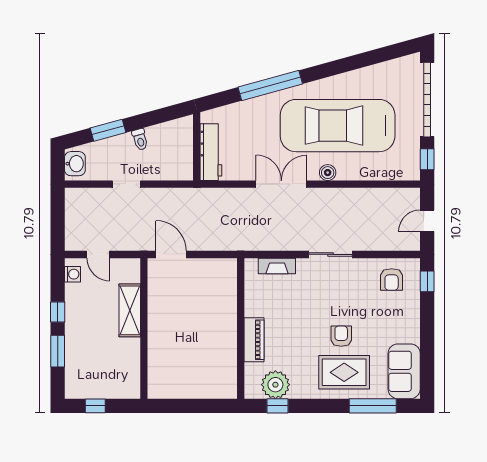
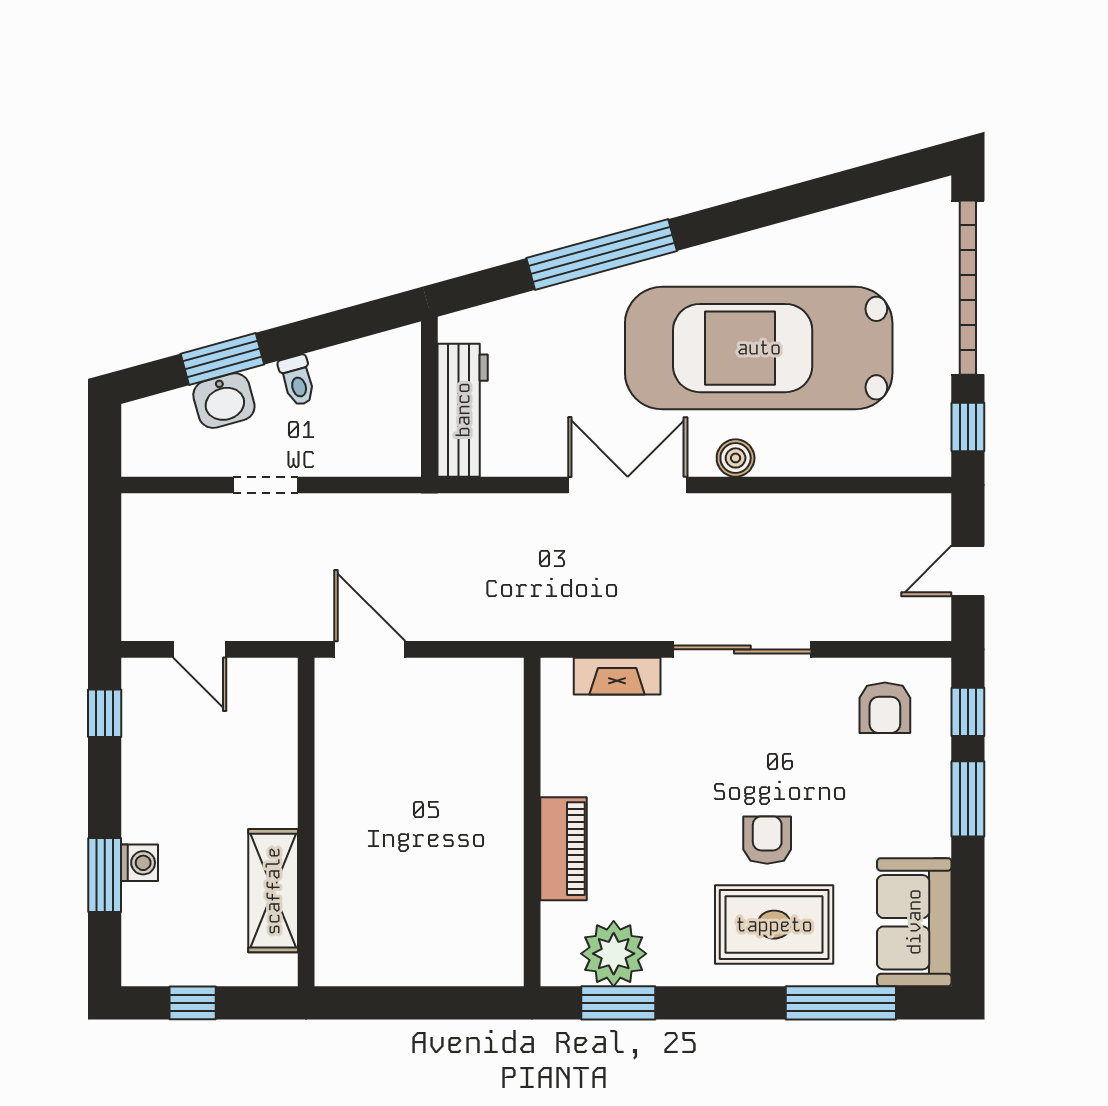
washbasin: (75, 164) -> (224, 401), moved, turned 75
sliding door: (331, 254) -> (742, 649), width x1.37
washing machine: (72, 274) -> (139, 863), moved
shelving: (130, 310) -> (273, 891), moved
window: (58, 312) -> (105, 713), moved
window: (427, 318) -> (968, 799), added
window: (277, 406) -> (618, 1003), width x1.50

